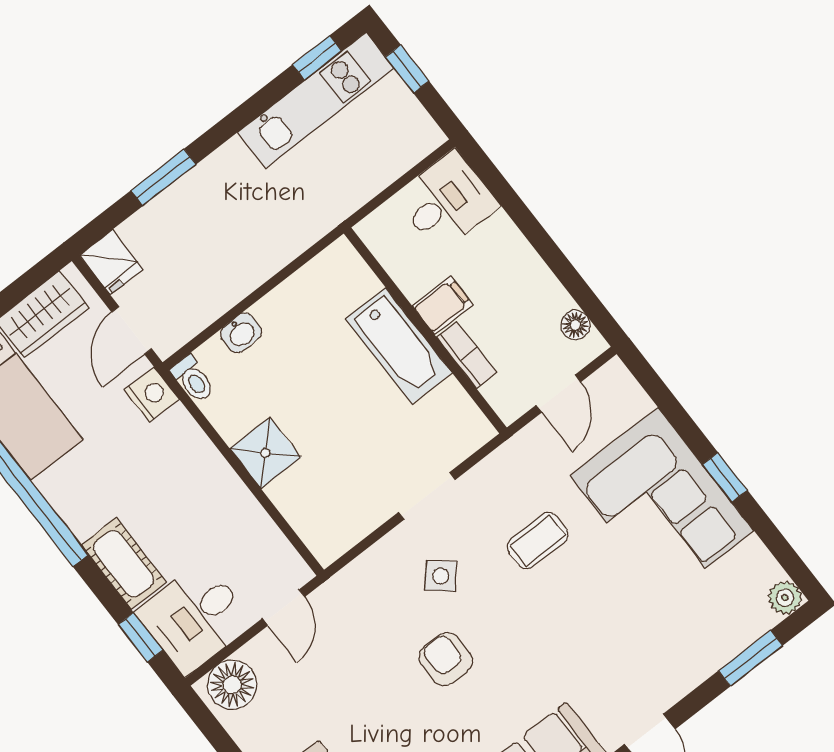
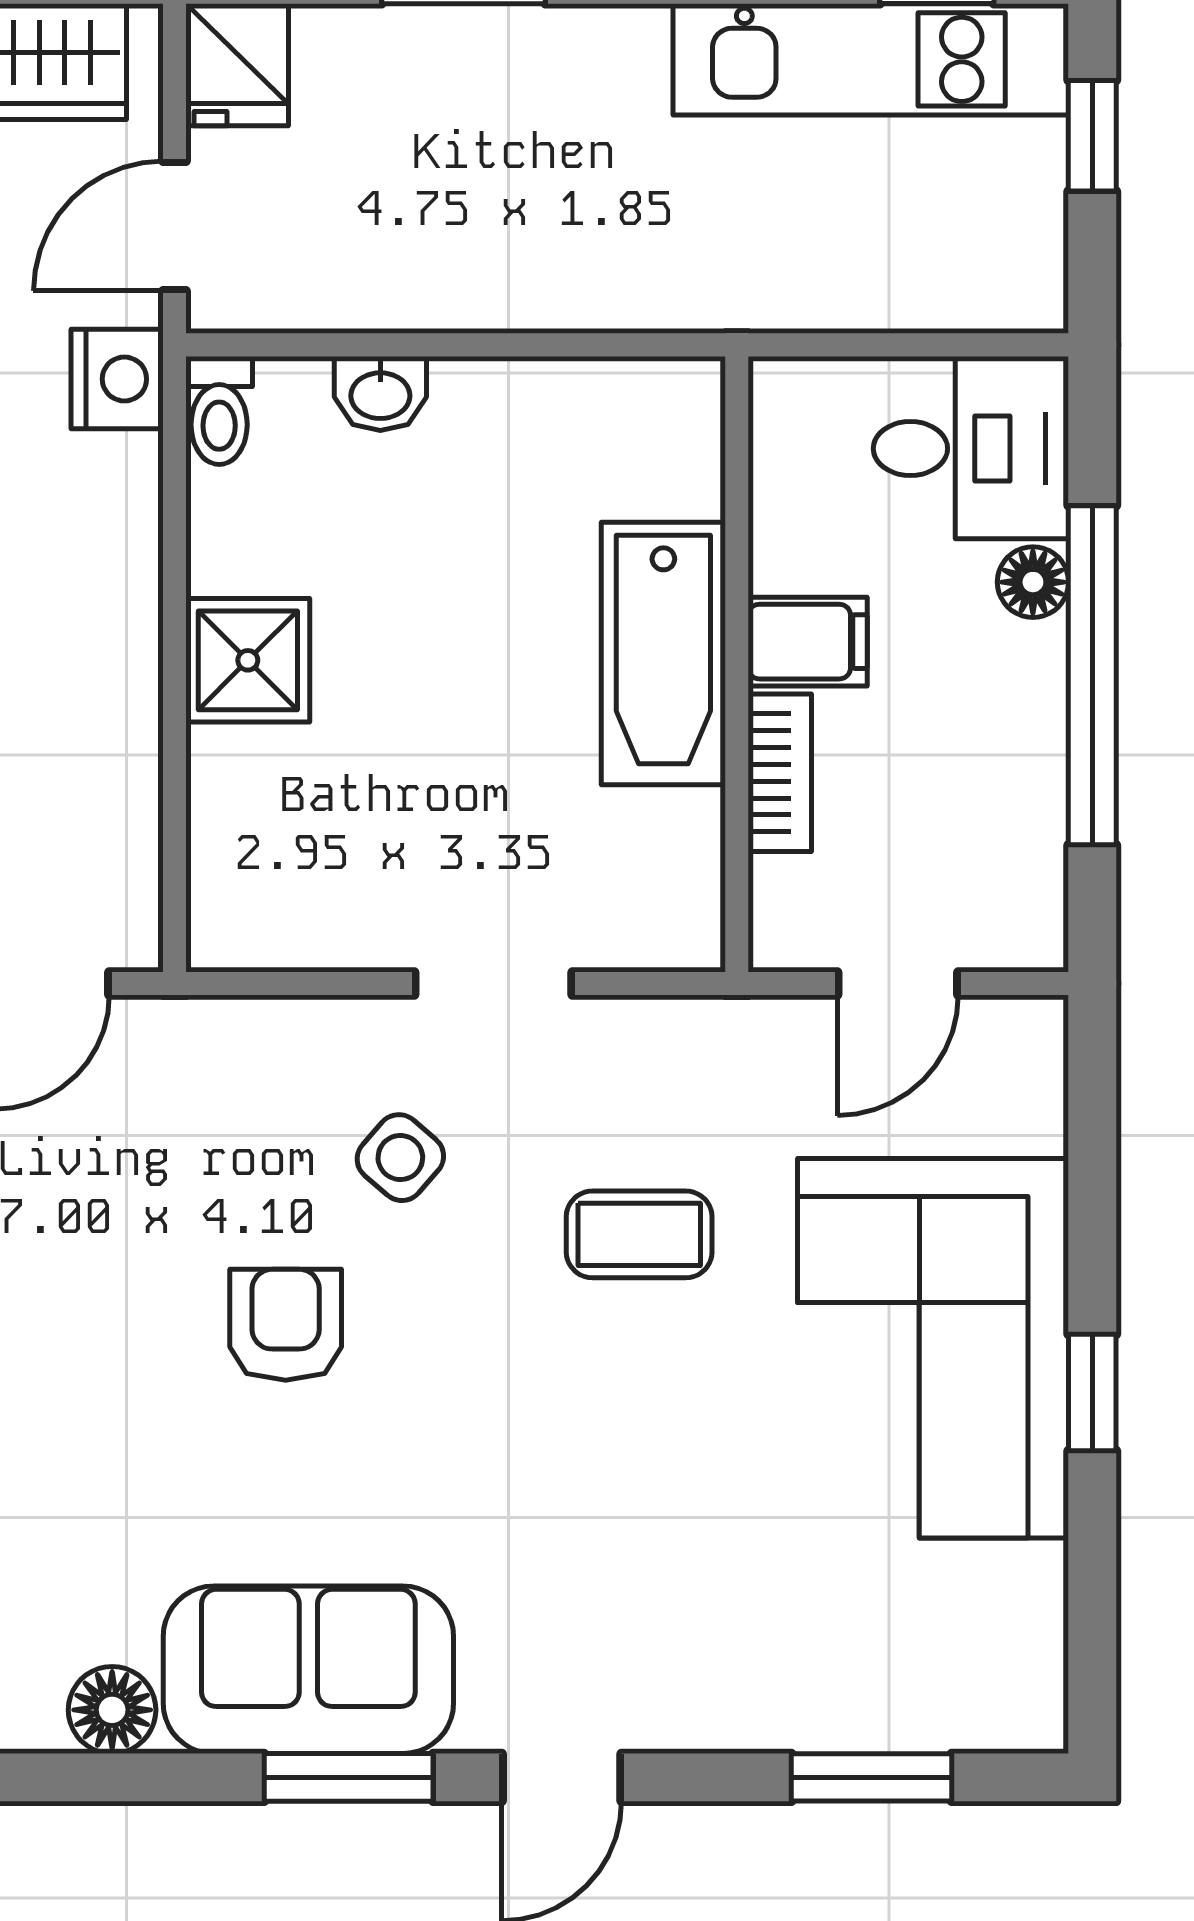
window: (544, 244) -> (1092, 675), added
floor lamp: (575, 325) -> (1033, 582), moved
plant: (785, 598) -> (1028, 1713), removed

